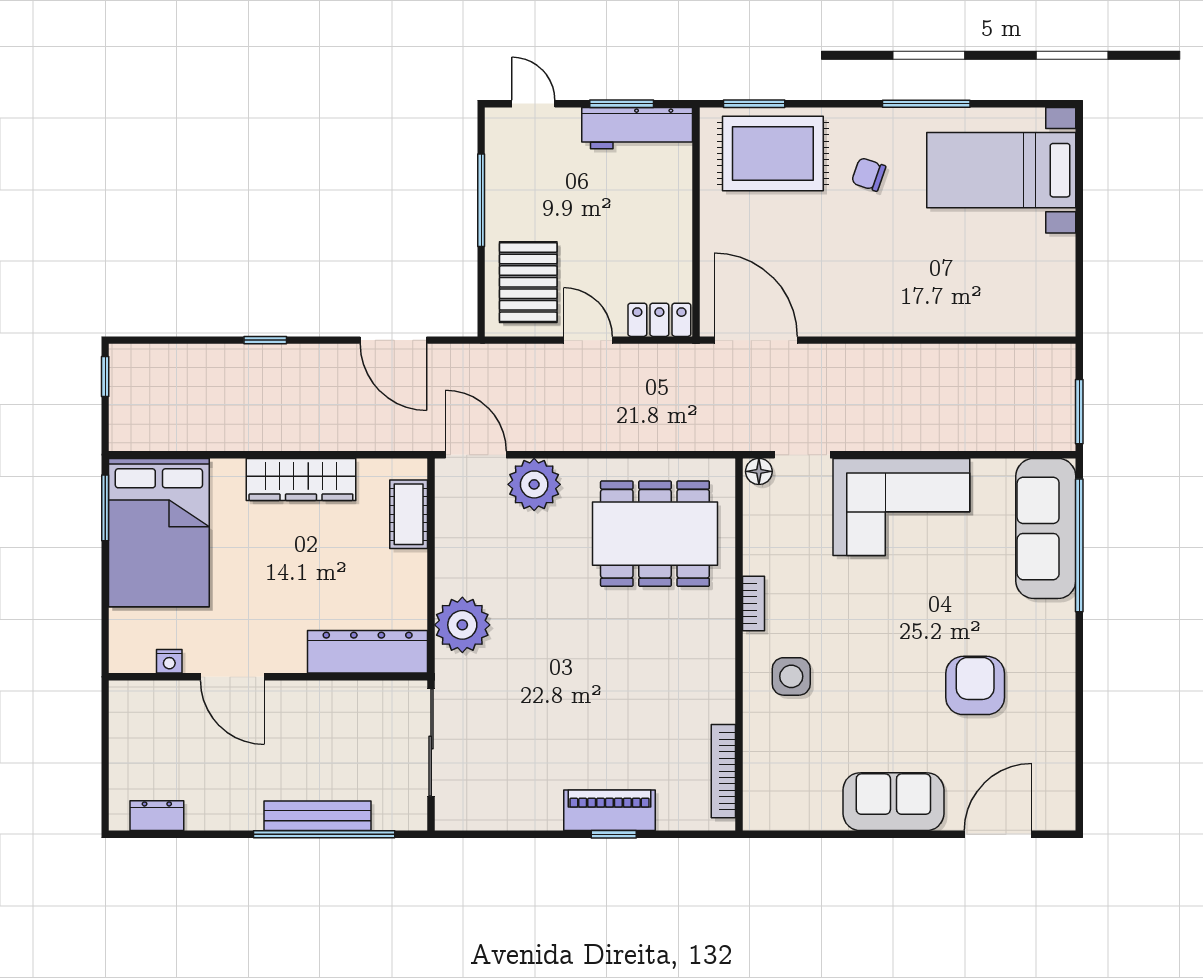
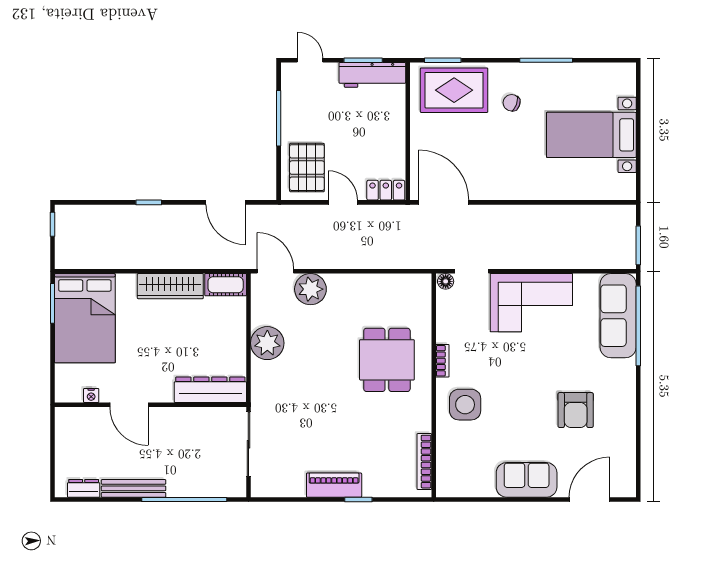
bed with nightstands: (1001, 170) -> (591, 135), moved
cot: (409, 514) -> (226, 285), moved, turned 90
dining table: (655, 534) -> (387, 360), moved, width x0.73
plant: (462, 625) -> (267, 343), moved
side table: (791, 676) -> (465, 405), width x1.37, depth x1.37
armchair: (975, 685) -> (576, 410), turned 180
piano: (609, 810) -> (334, 485), moved
bench: (317, 816) -> (134, 488), moved

